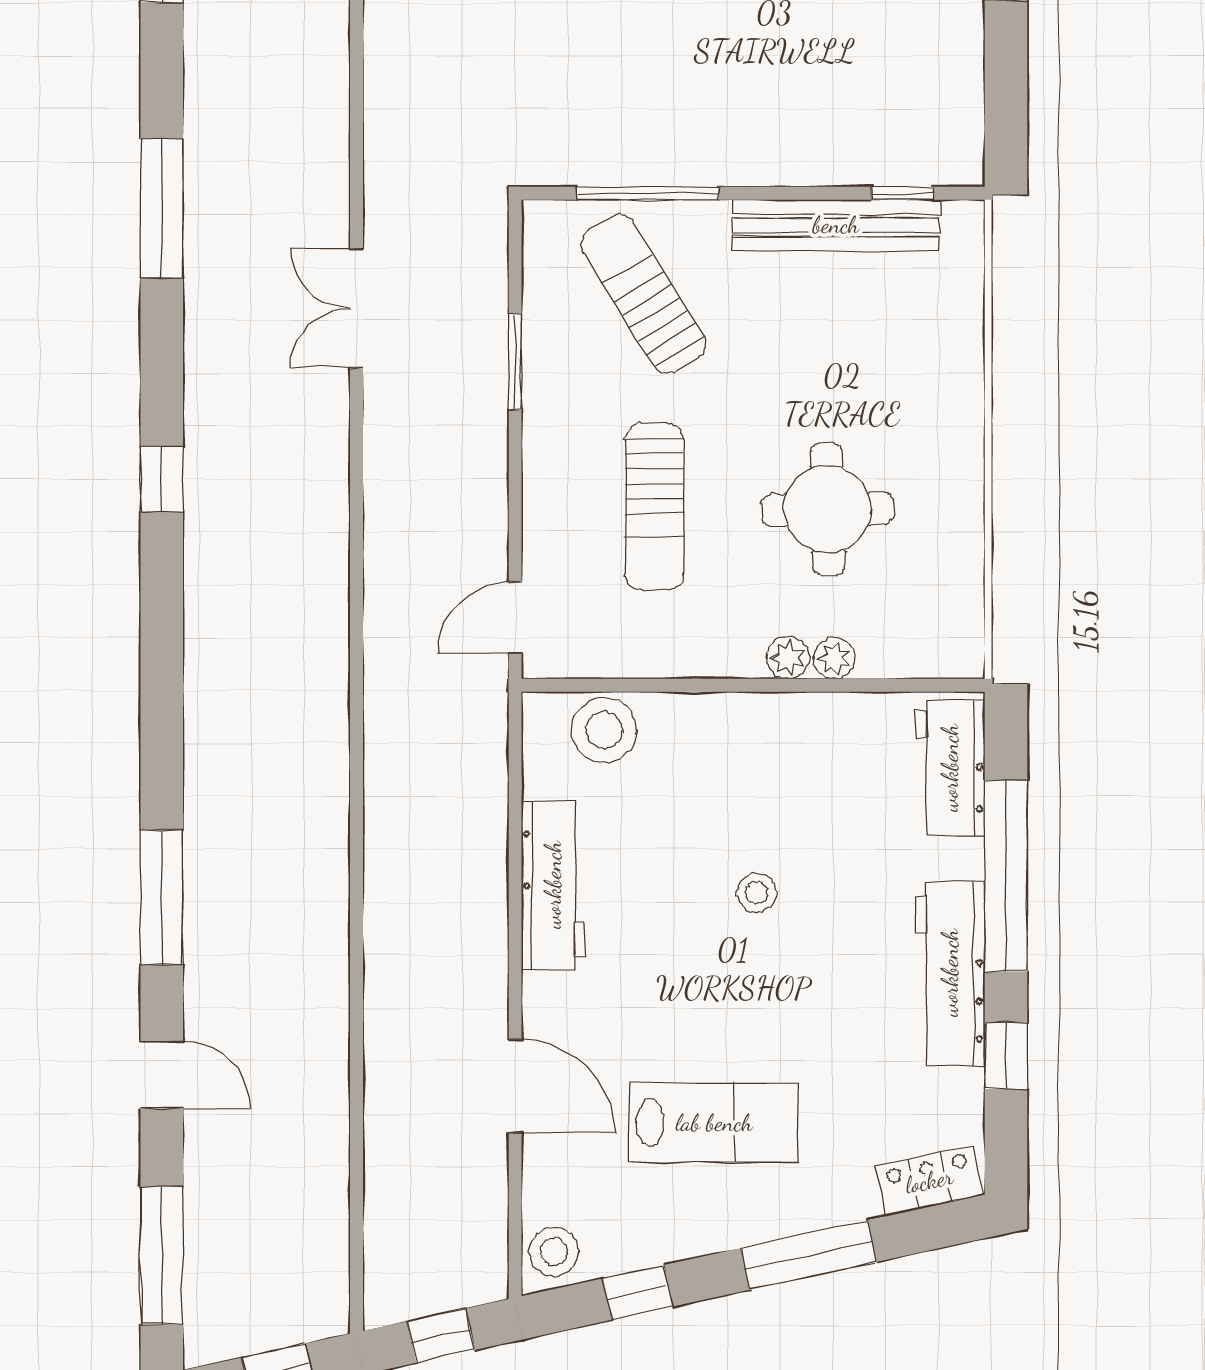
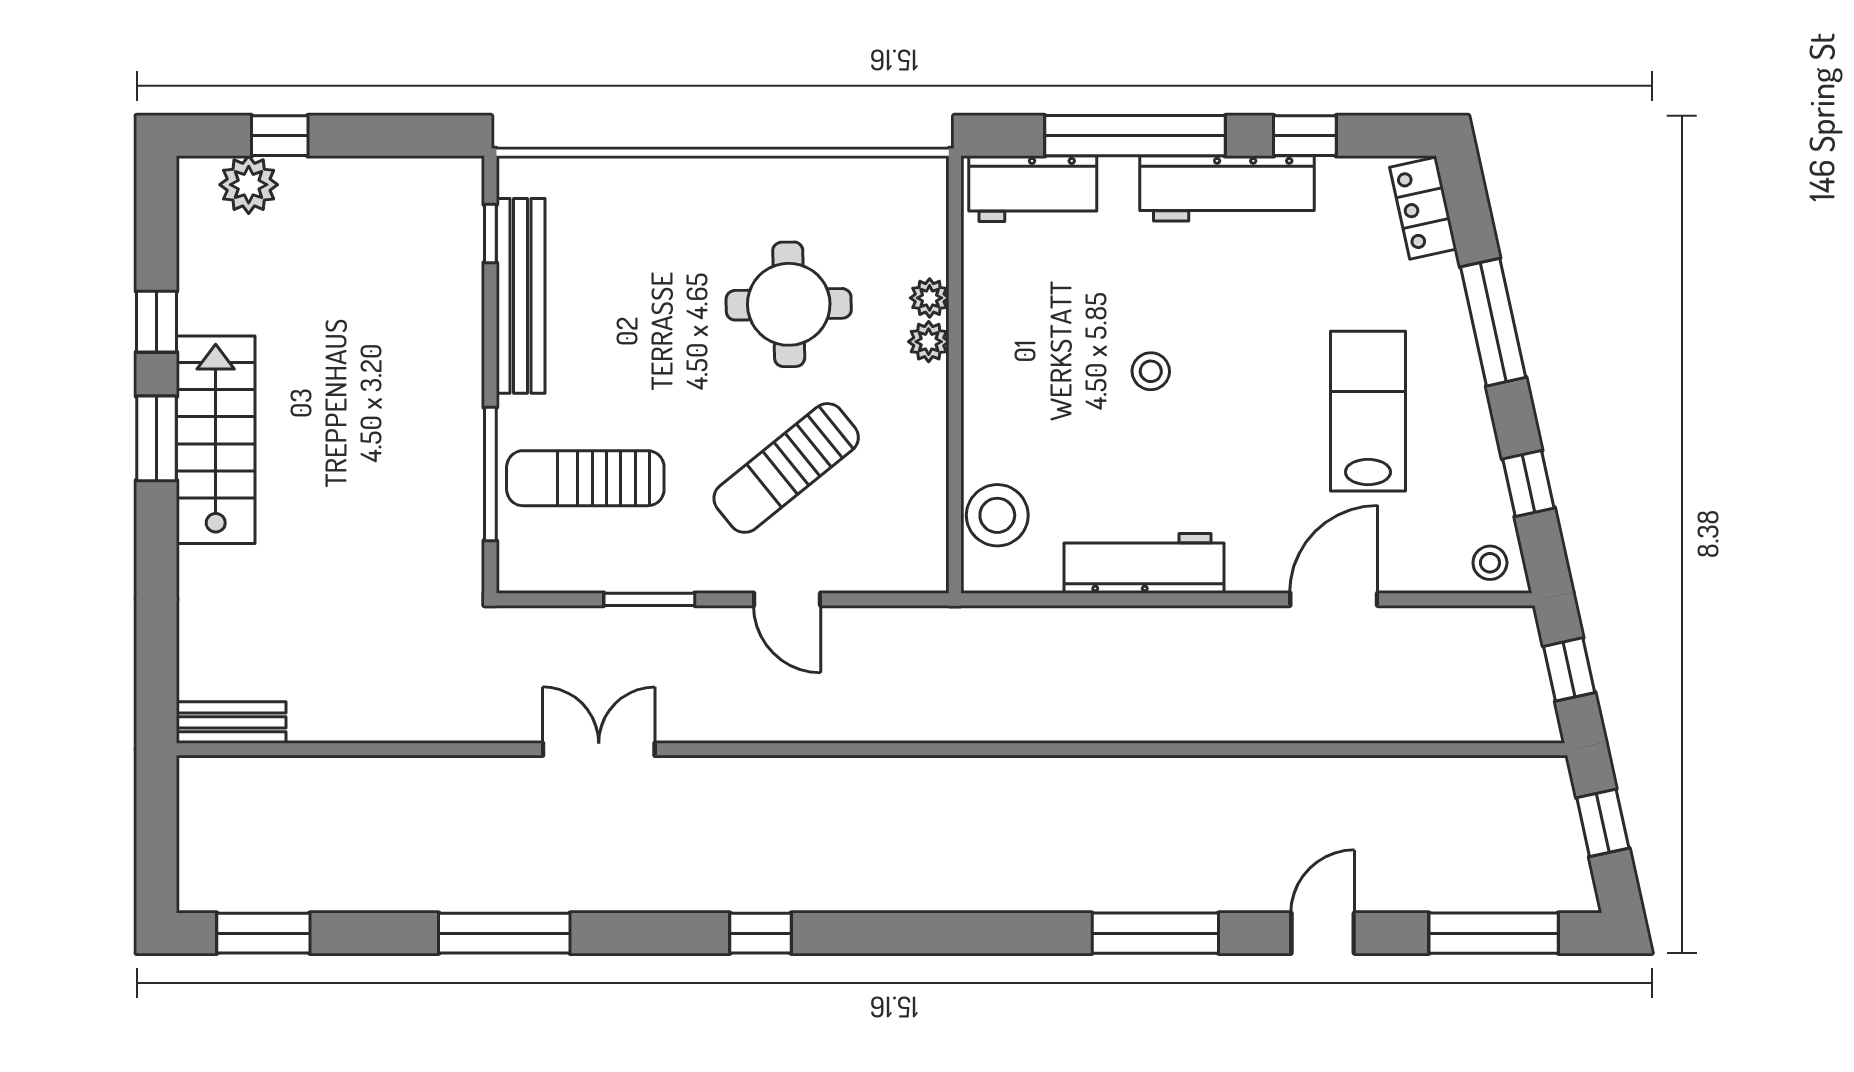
sun lounger: (643, 294) -> (585, 478), turned 32
double door: (356, 308) -> (599, 749), swing flipped
sun lounger: (654, 507) -> (786, 468), turned 141
door: (515, 618) -> (787, 599), moved
stool: (554, 1252) -> (1490, 563), width x0.73, depth x0.73

